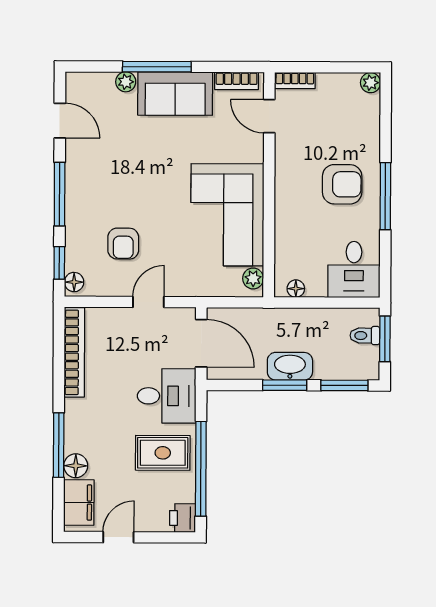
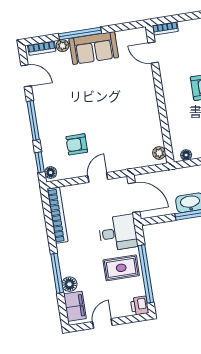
bookcase: (237, 81) -> (42, 48), moved
corner sofa: (227, 215) -> (137, 117), removed
armchair: (123, 244) -> (77, 144), turned 90

